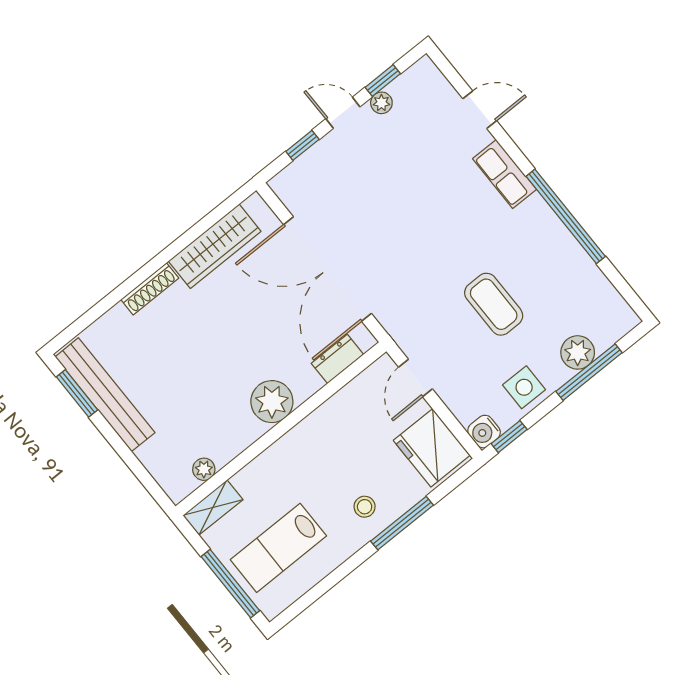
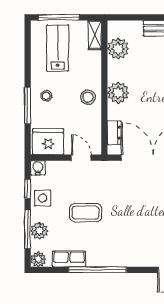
row of seats: (505, 174) -> (69, 259), moved
plant: (622, 319) -> (38, 259), added
window: (509, 437) -> (28, 189), moved
stool: (316, 442) -> (88, 97), added
plant: (204, 469) -> (118, 49), width x1.88, depth x1.88

